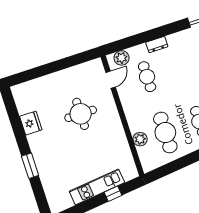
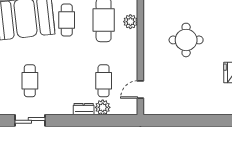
plant: (122, 58) -> (103, 107), moved
round table: (81, 114) -> (186, 40), moved

